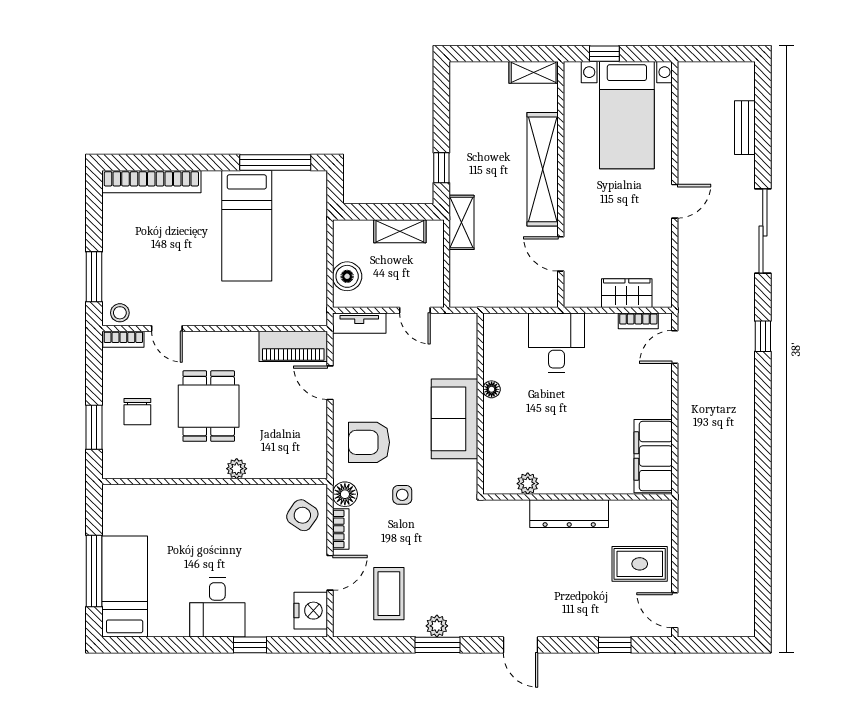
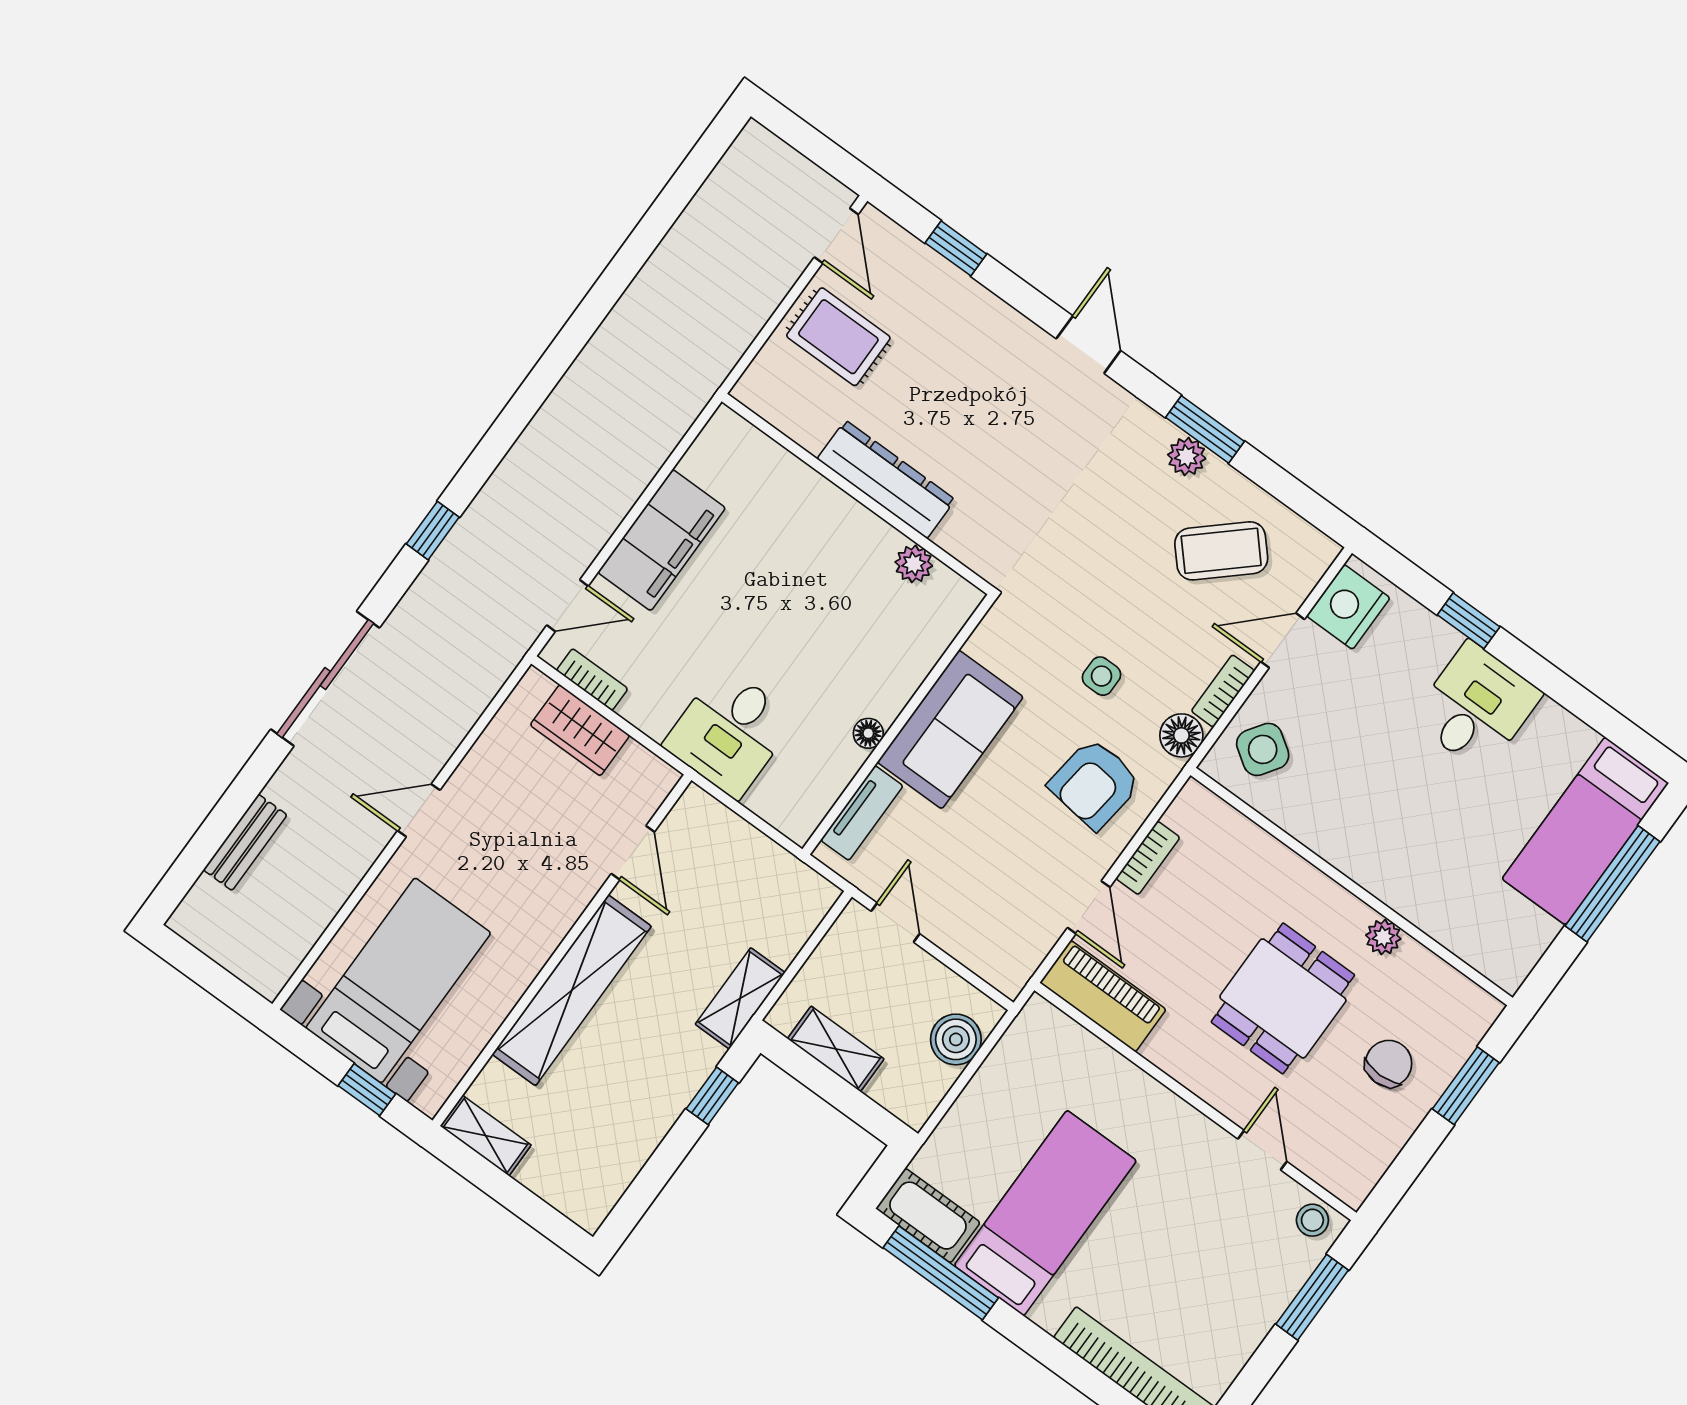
cot: (301, 185) -> (928, 1216), added
tv unit: (359, 323) -> (862, 813), moved, turned 90
bookcase: (123, 339) -> (1148, 858), moved, turned 90
armchair: (369, 442) -> (1095, 784), turned 97
filing cabinet: (653, 456) -> (662, 540), moved
plant: (237, 469) -> (1383, 937), moved
coffee table: (389, 594) -> (1221, 551), turned 48

